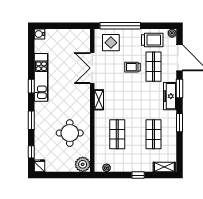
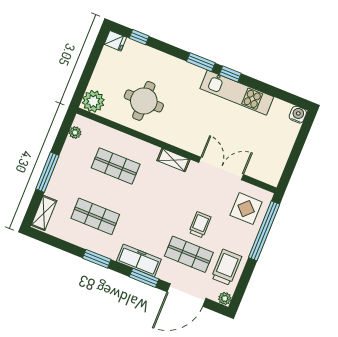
trolley: (152, 40) -> (226, 267), turned 180
window: (31, 120) -> (201, 62), moved
window: (138, 175) -> (47, 172), width x2.17

